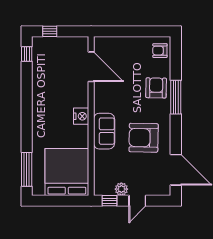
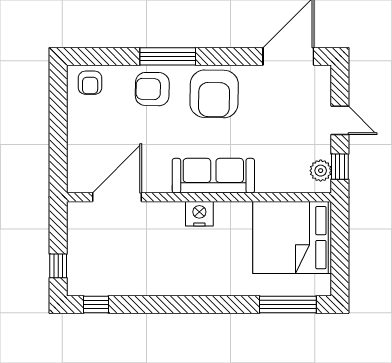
sofa: (104, 131) -> (213, 176), width x1.36
armchair: (144, 138) -> (214, 94), moved
plant: (121, 189) -> (321, 171), moved

